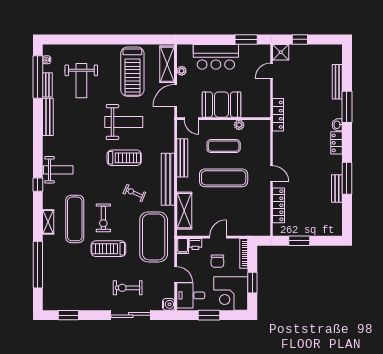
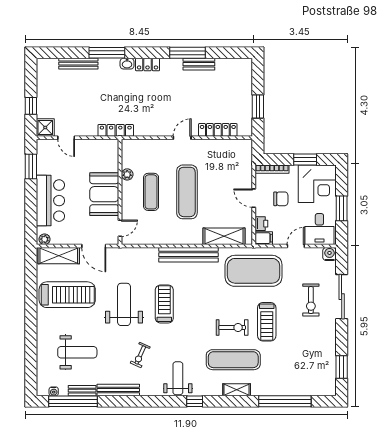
plant: (182, 71) -> (45, 239), moved
bench: (182, 158) -> (164, 239), removed
exercise bike: (134, 193) -> (140, 355), moved

